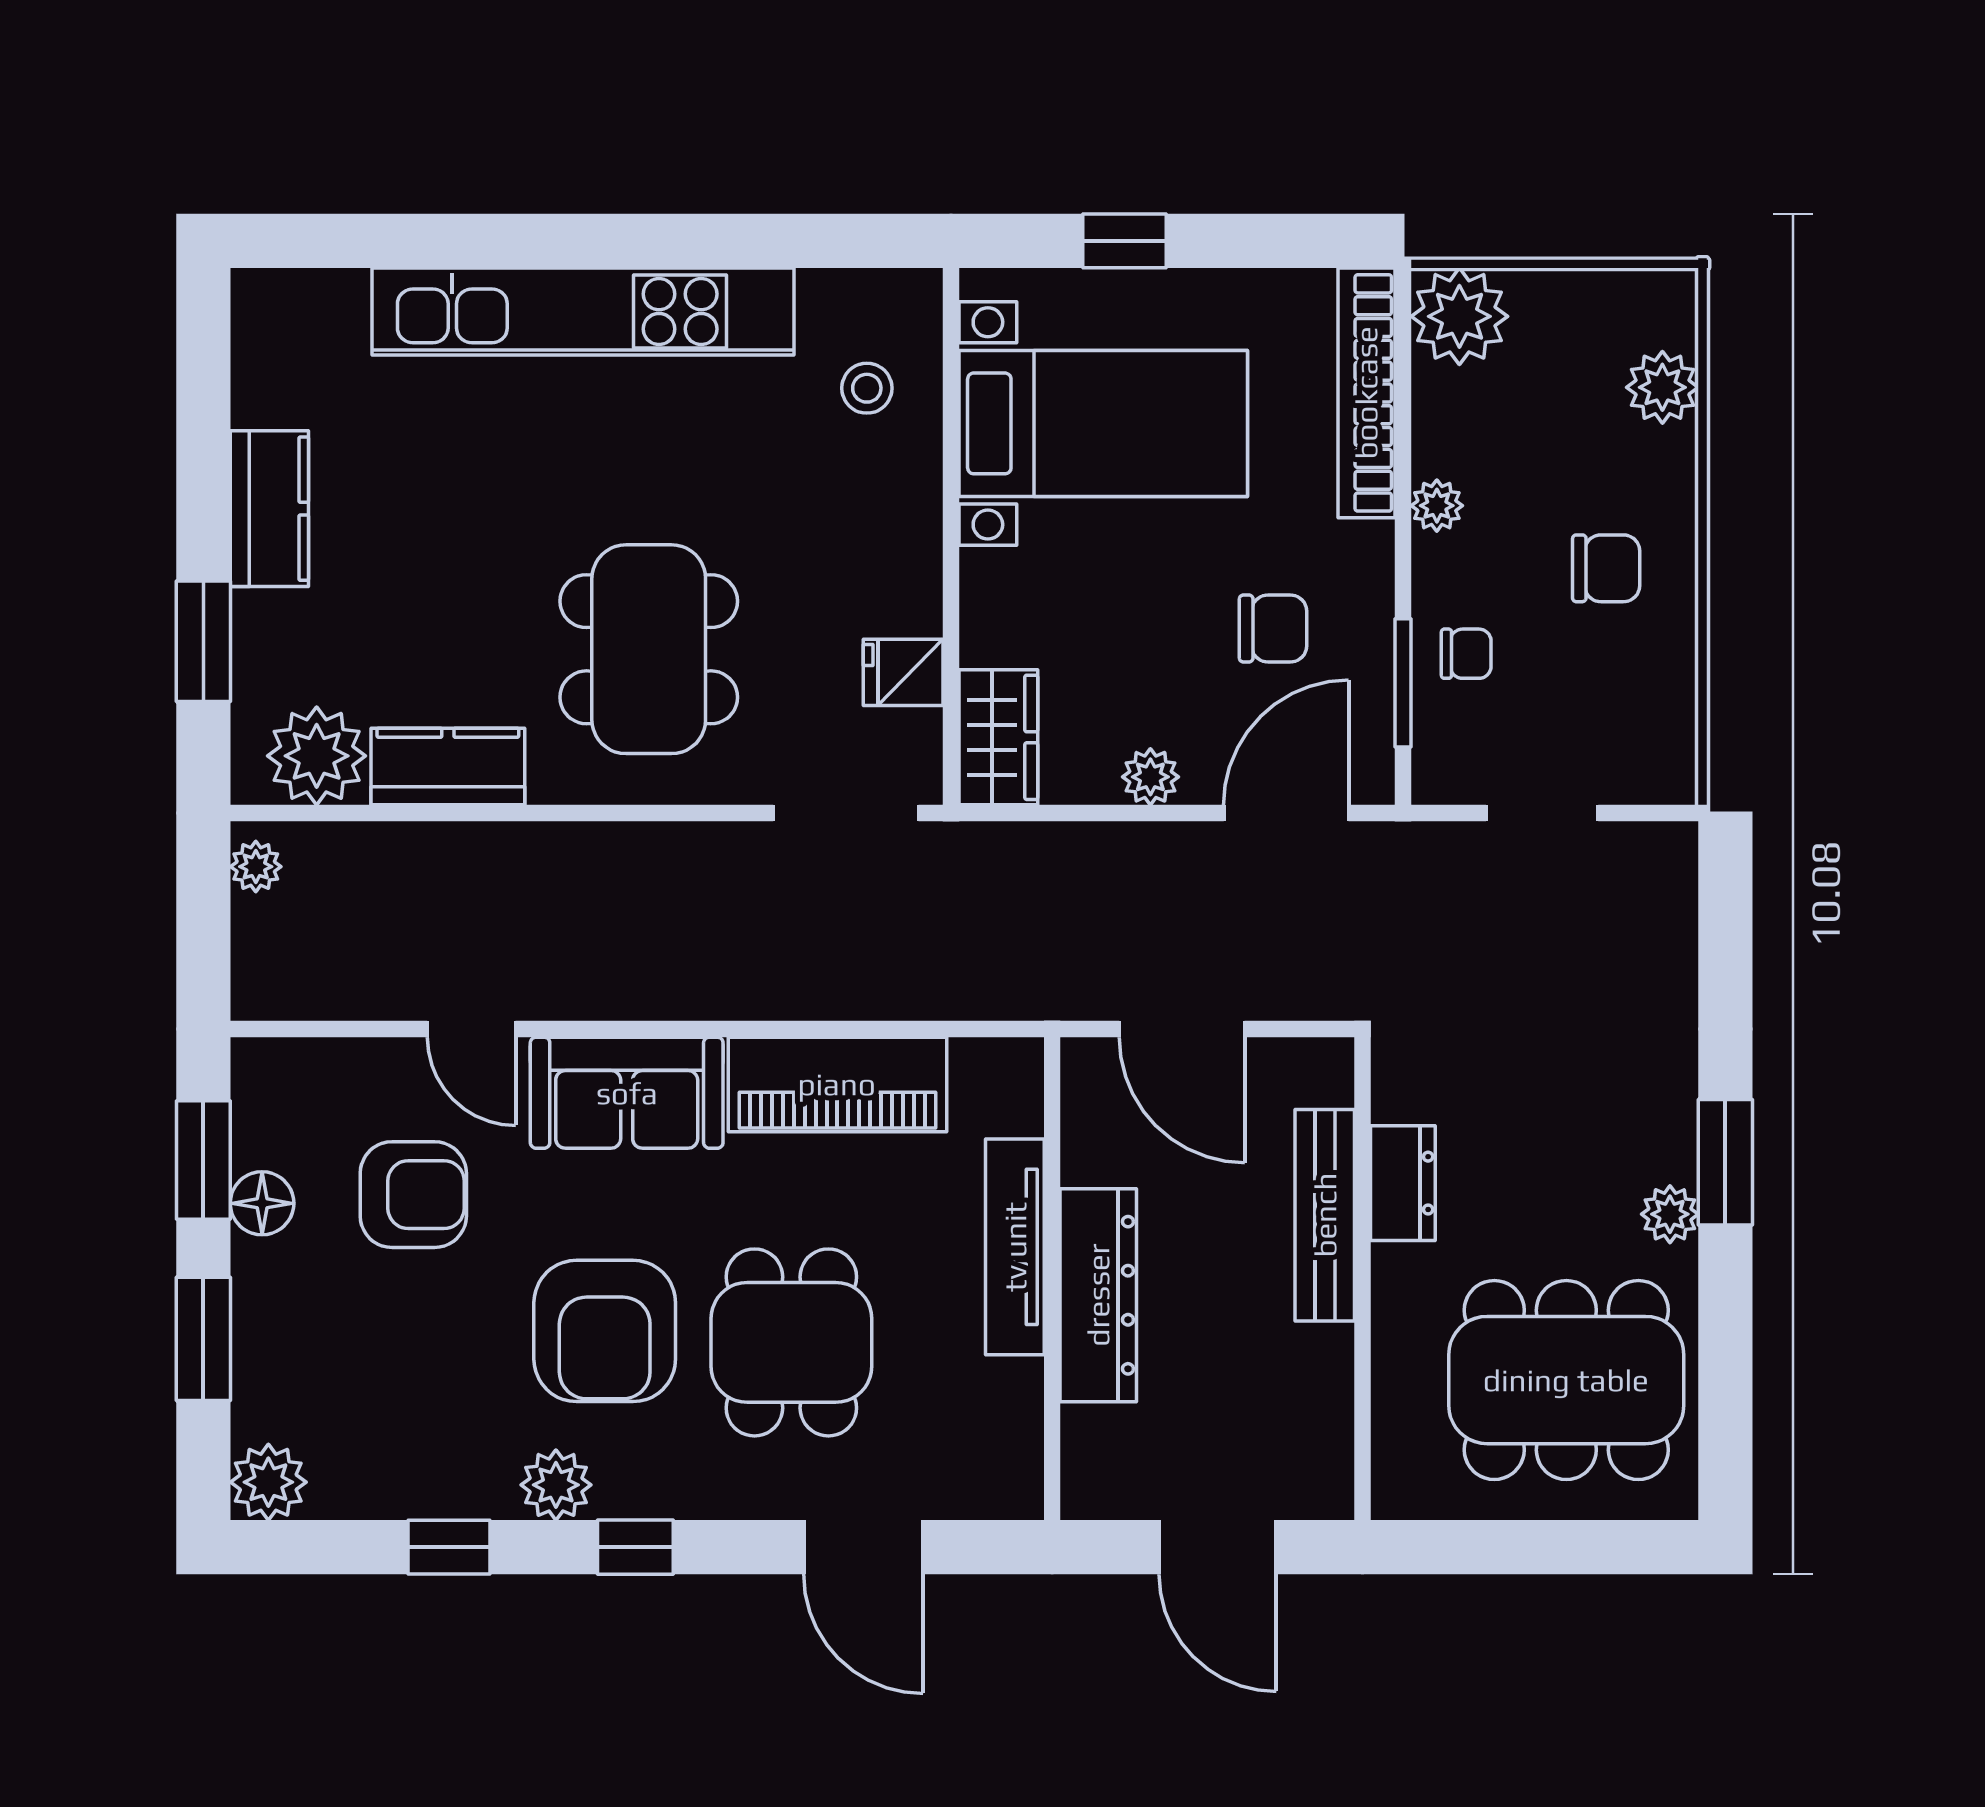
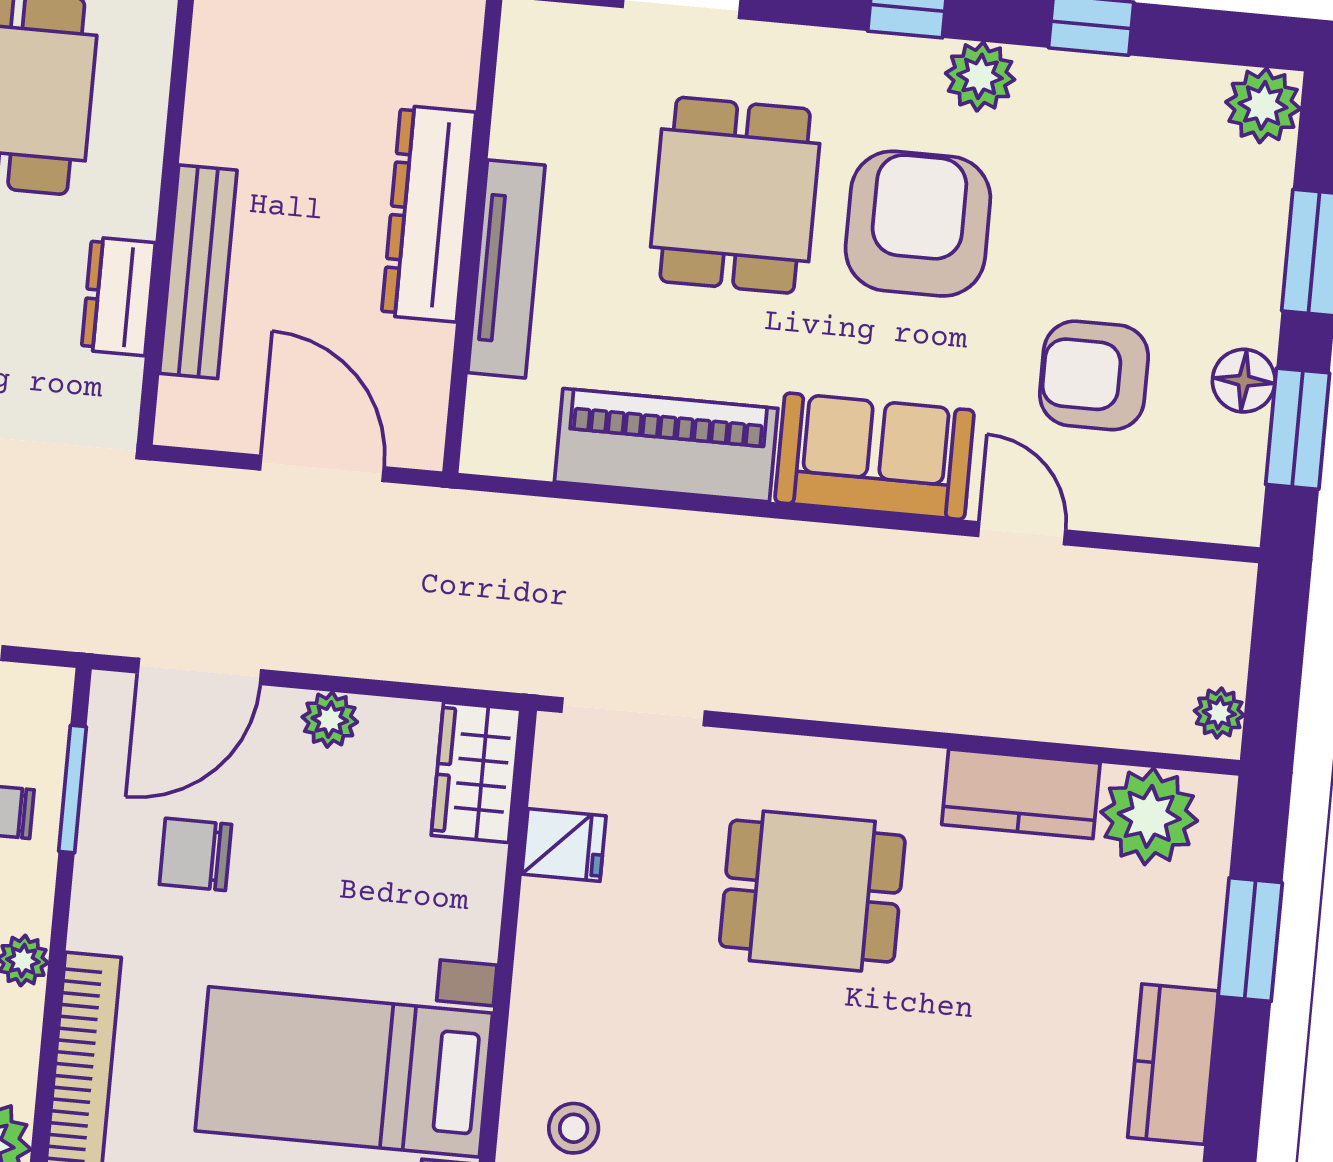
dining table: (649, 649) -> (812, 891), width x0.73

